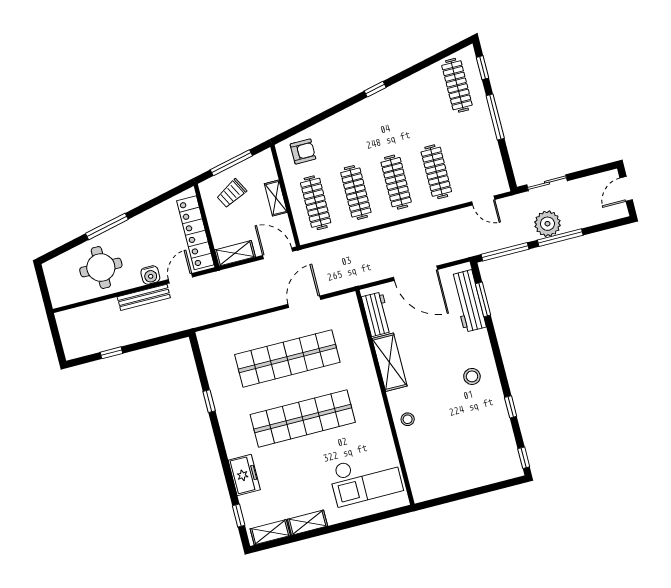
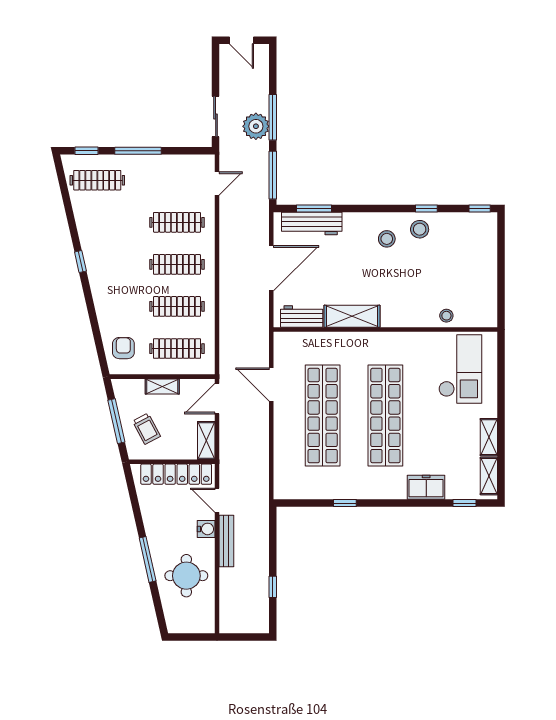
stool: (489, 405) -> (420, 229), added
stool: (408, 419) -> (446, 316), moved

